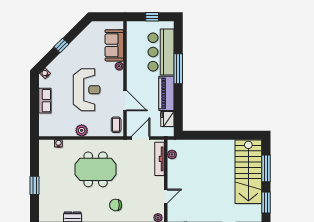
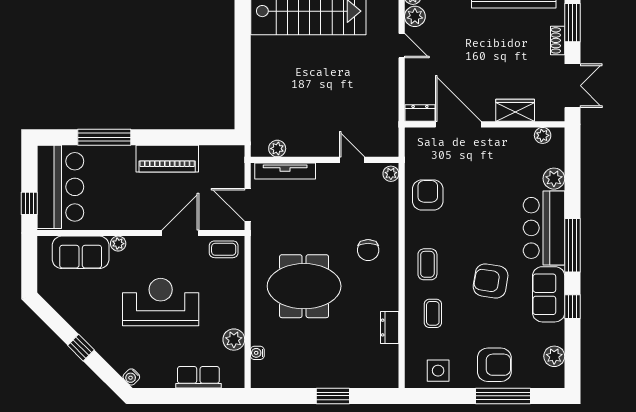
window: (152, 17) -> (29, 203), moved
bar counter: (161, 52) -> (60, 187), moved, turned -90
window: (178, 69) -> (104, 137), moved
row of seats: (45, 101) -> (198, 377), moved
fridge: (167, 119) -> (213, 157), removed
plant: (82, 130) -> (234, 340), moved
meeting table: (96, 169) -> (304, 286), turned 90

